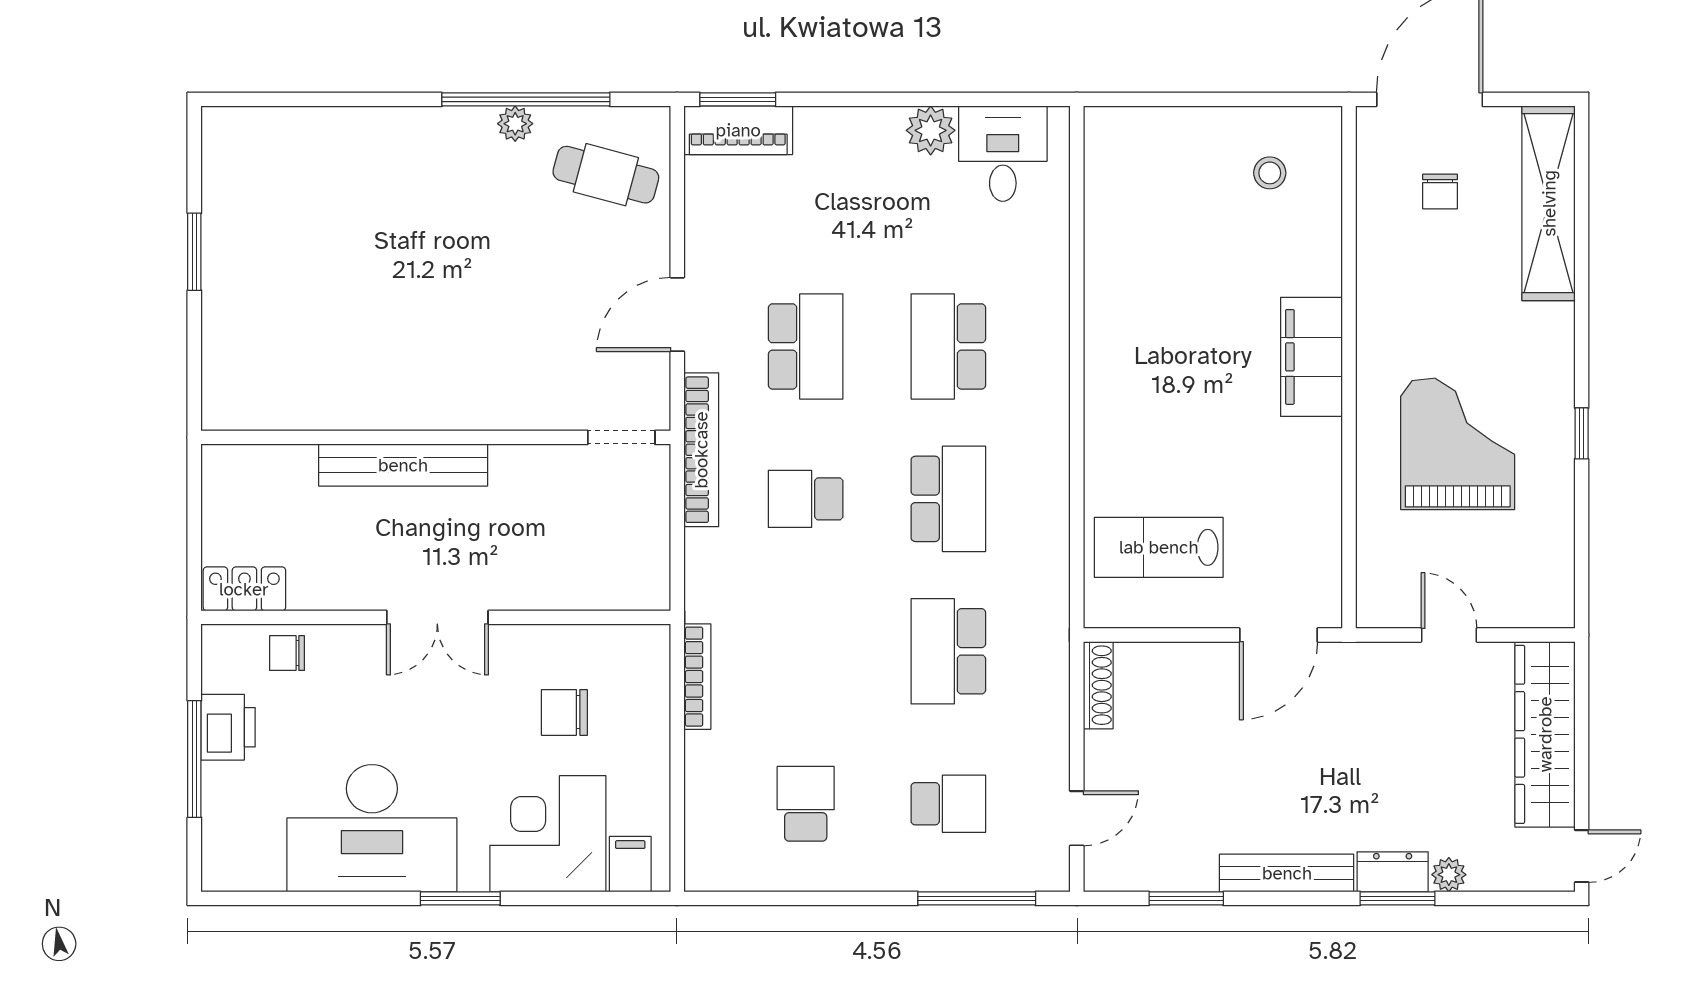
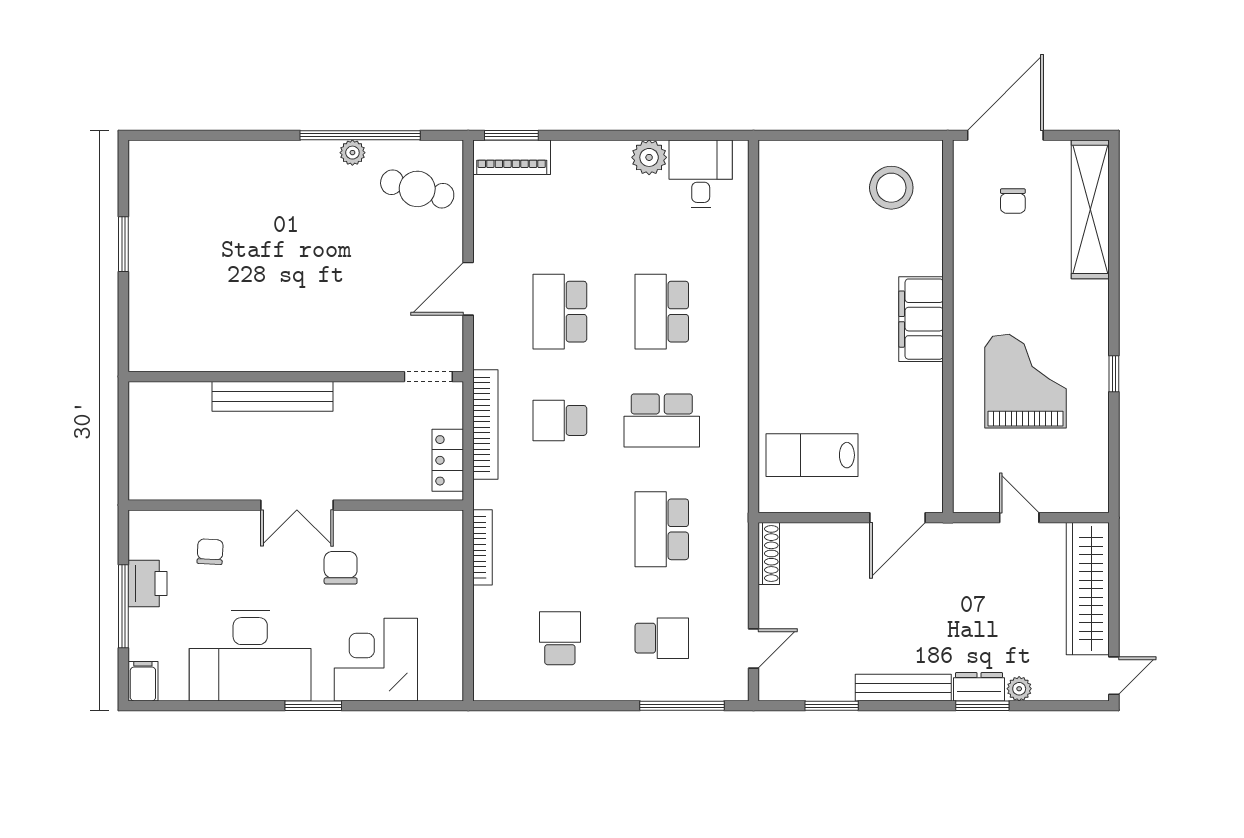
stool: (1270, 173) -> (891, 188), width x1.89, depth x1.89
school desk: (806, 346) -> (560, 312), turned 180
bookcase: (701, 450) -> (485, 424), moved
school desk: (948, 499) -> (662, 420), turned 90
locker: (244, 589) -> (448, 460), moved, turned -90
chair: (287, 653) -> (210, 552), moved, turned 93
chair: (564, 712) -> (341, 568), moved, turned 90
filing cabinet: (630, 864) -> (143, 681), moved

